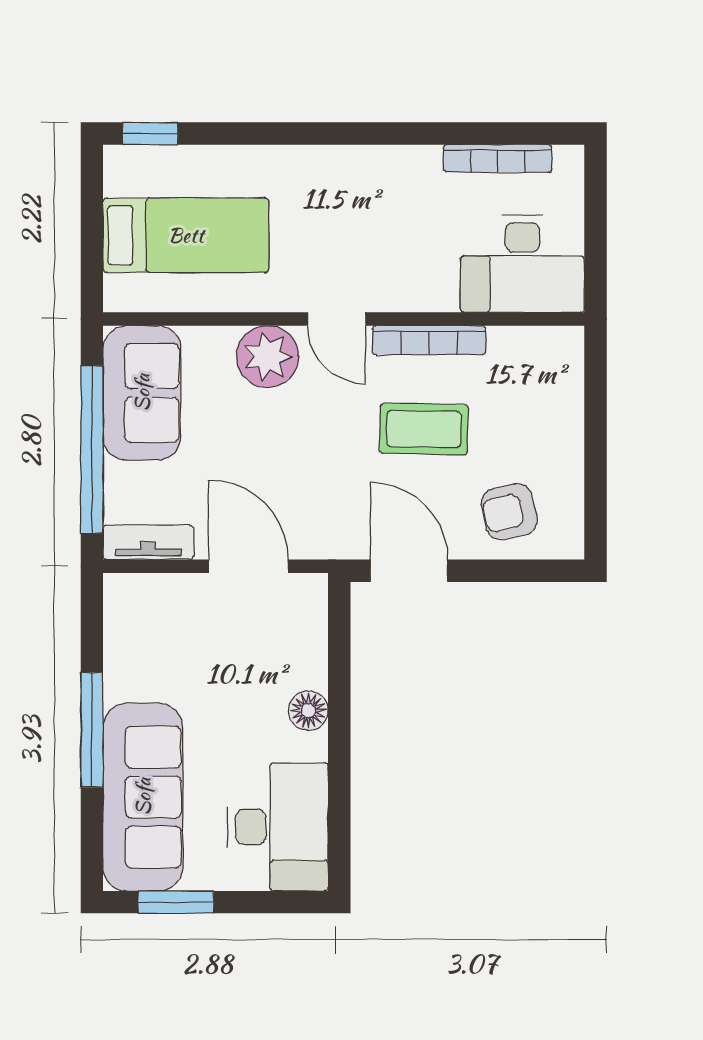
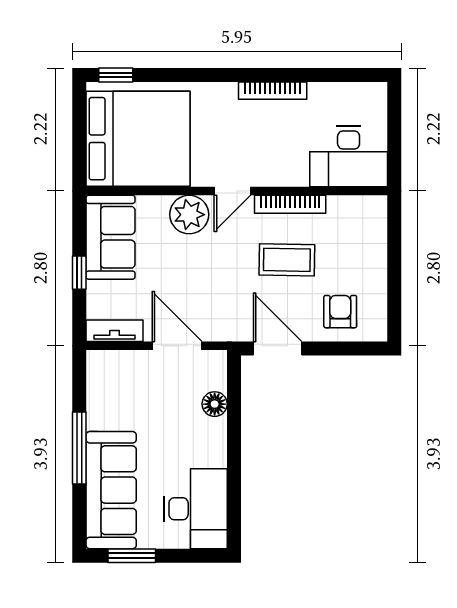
bookcase: (498, 158) -> (273, 91), moved
bed: (186, 235) -> (138, 139), width x2.04
door: (337, 319) -> (232, 191), hinge flipped
window: (92, 449) -> (79, 273), width x0.32
armchair: (509, 512) -> (340, 312), turned 103
floor lamp: (308, 711) -> (215, 404), moved

